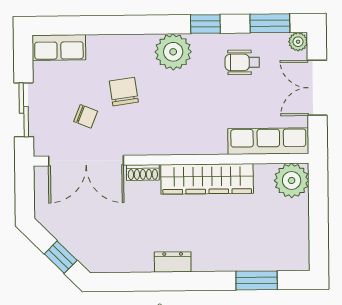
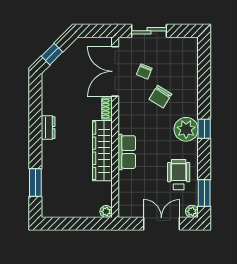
window: (205, 24) -> (204, 129), moved
row of seats: (59, 47) -> (190, 54), removed
wheelchair: (242, 62) -> (179, 175), width x1.36, depth x1.37
chair: (124, 92) -> (160, 97), turned 130
row of seats: (268, 141) -> (127, 152), moved, width x0.68
plant: (292, 180) -> (106, 212), width x0.53, depth x0.53

